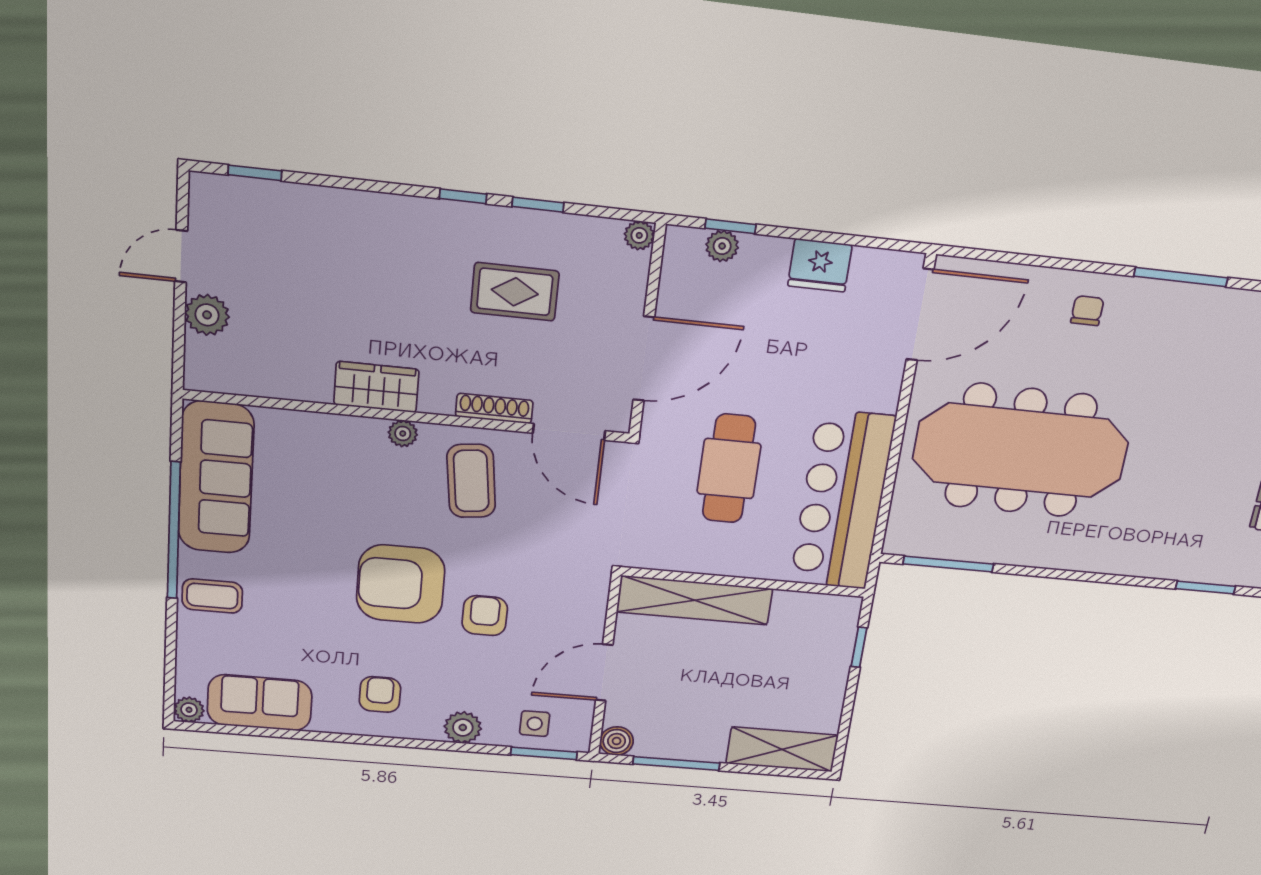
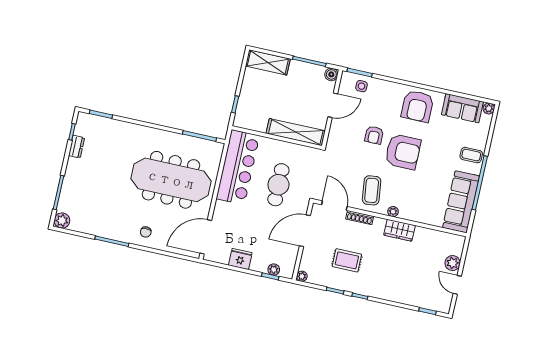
door: (181, 256) -> (457, 285), swing flipped
armchair: (380, 694) -> (418, 106), width x1.88, depth x1.88
plant: (463, 727) -> (389, 88), removed

